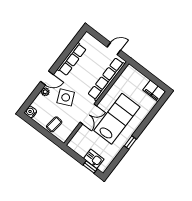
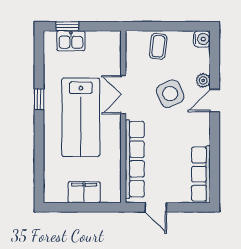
door: (114, 49) -> (156, 207), hinge flipped
row of seats: (72, 59) -> (201, 174), moved
filing cabinet: (154, 91) -> (84, 192), moved

